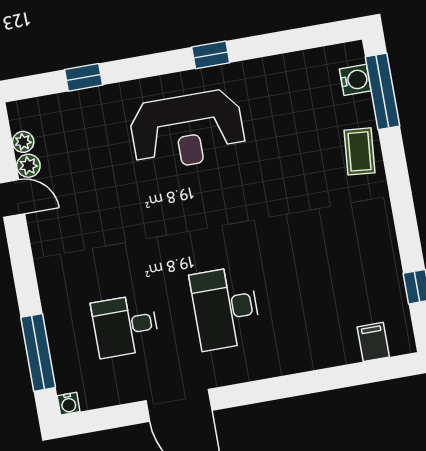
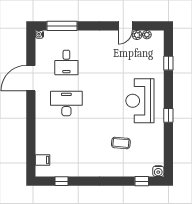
water cooler: (355, 80) -> (158, 171), moved
window: (382, 91) -> (142, 181), width x0.46
coffee table: (360, 151) -> (121, 143), moved
desk: (125, 326) -> (66, 62), turned 180

